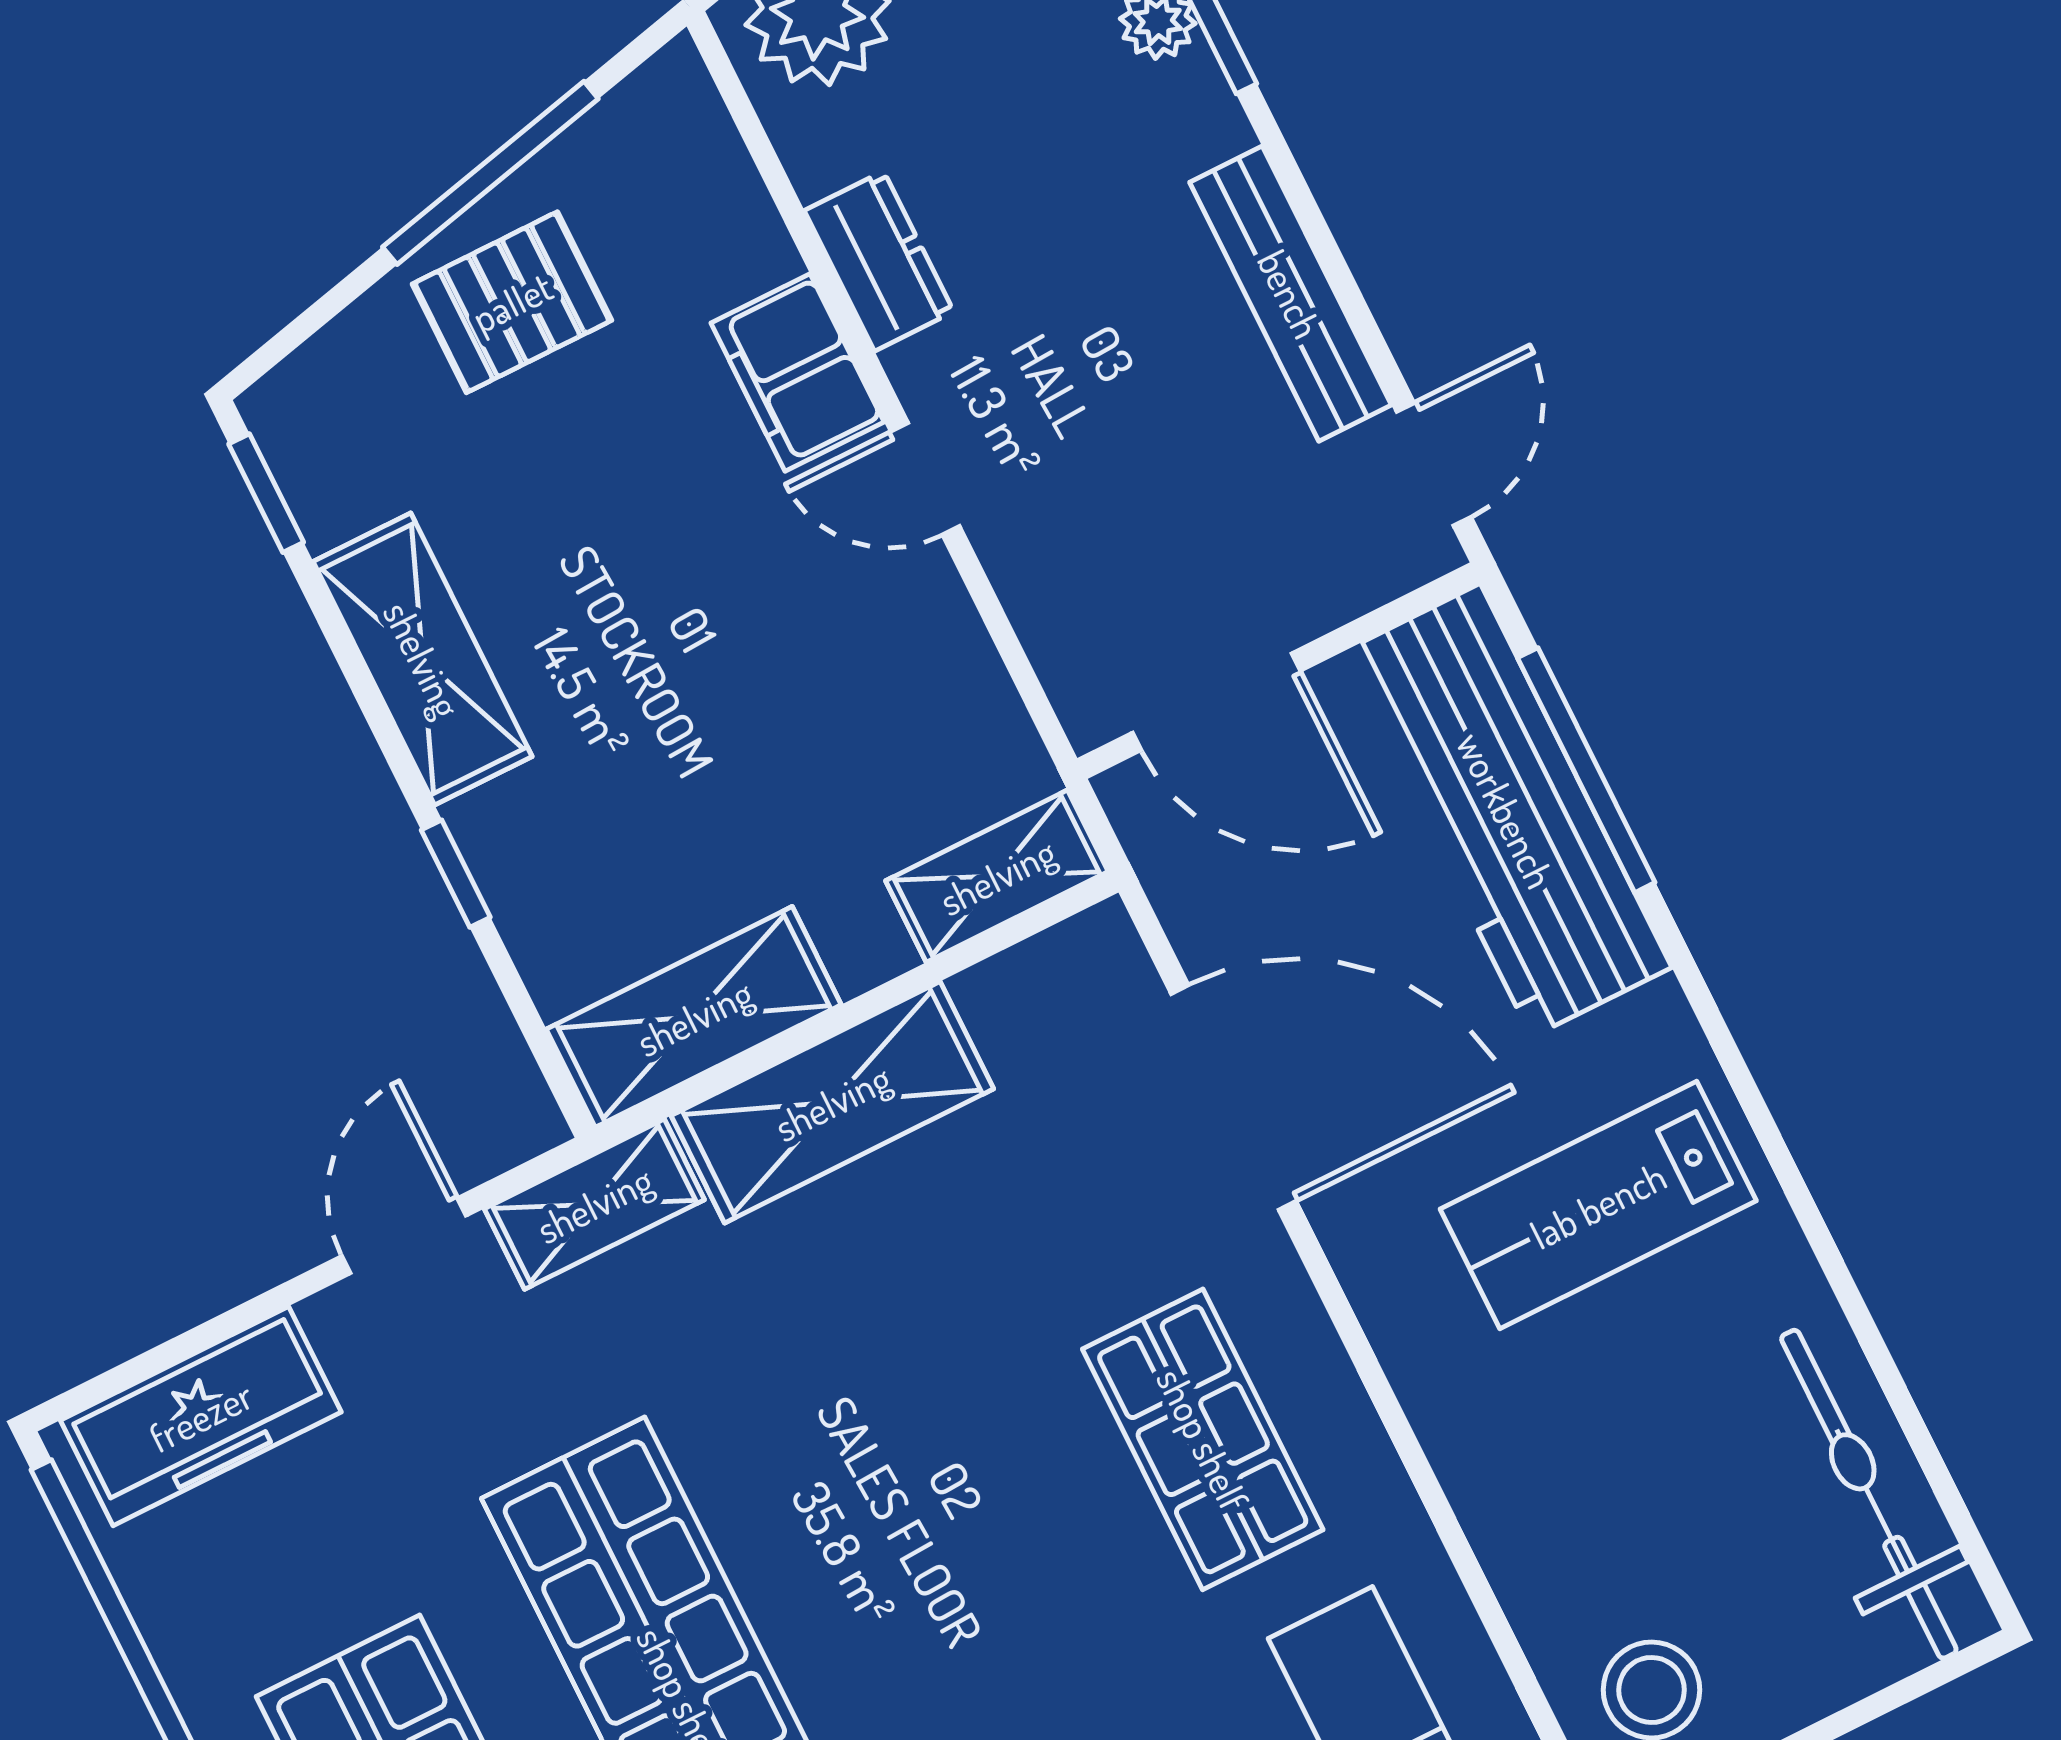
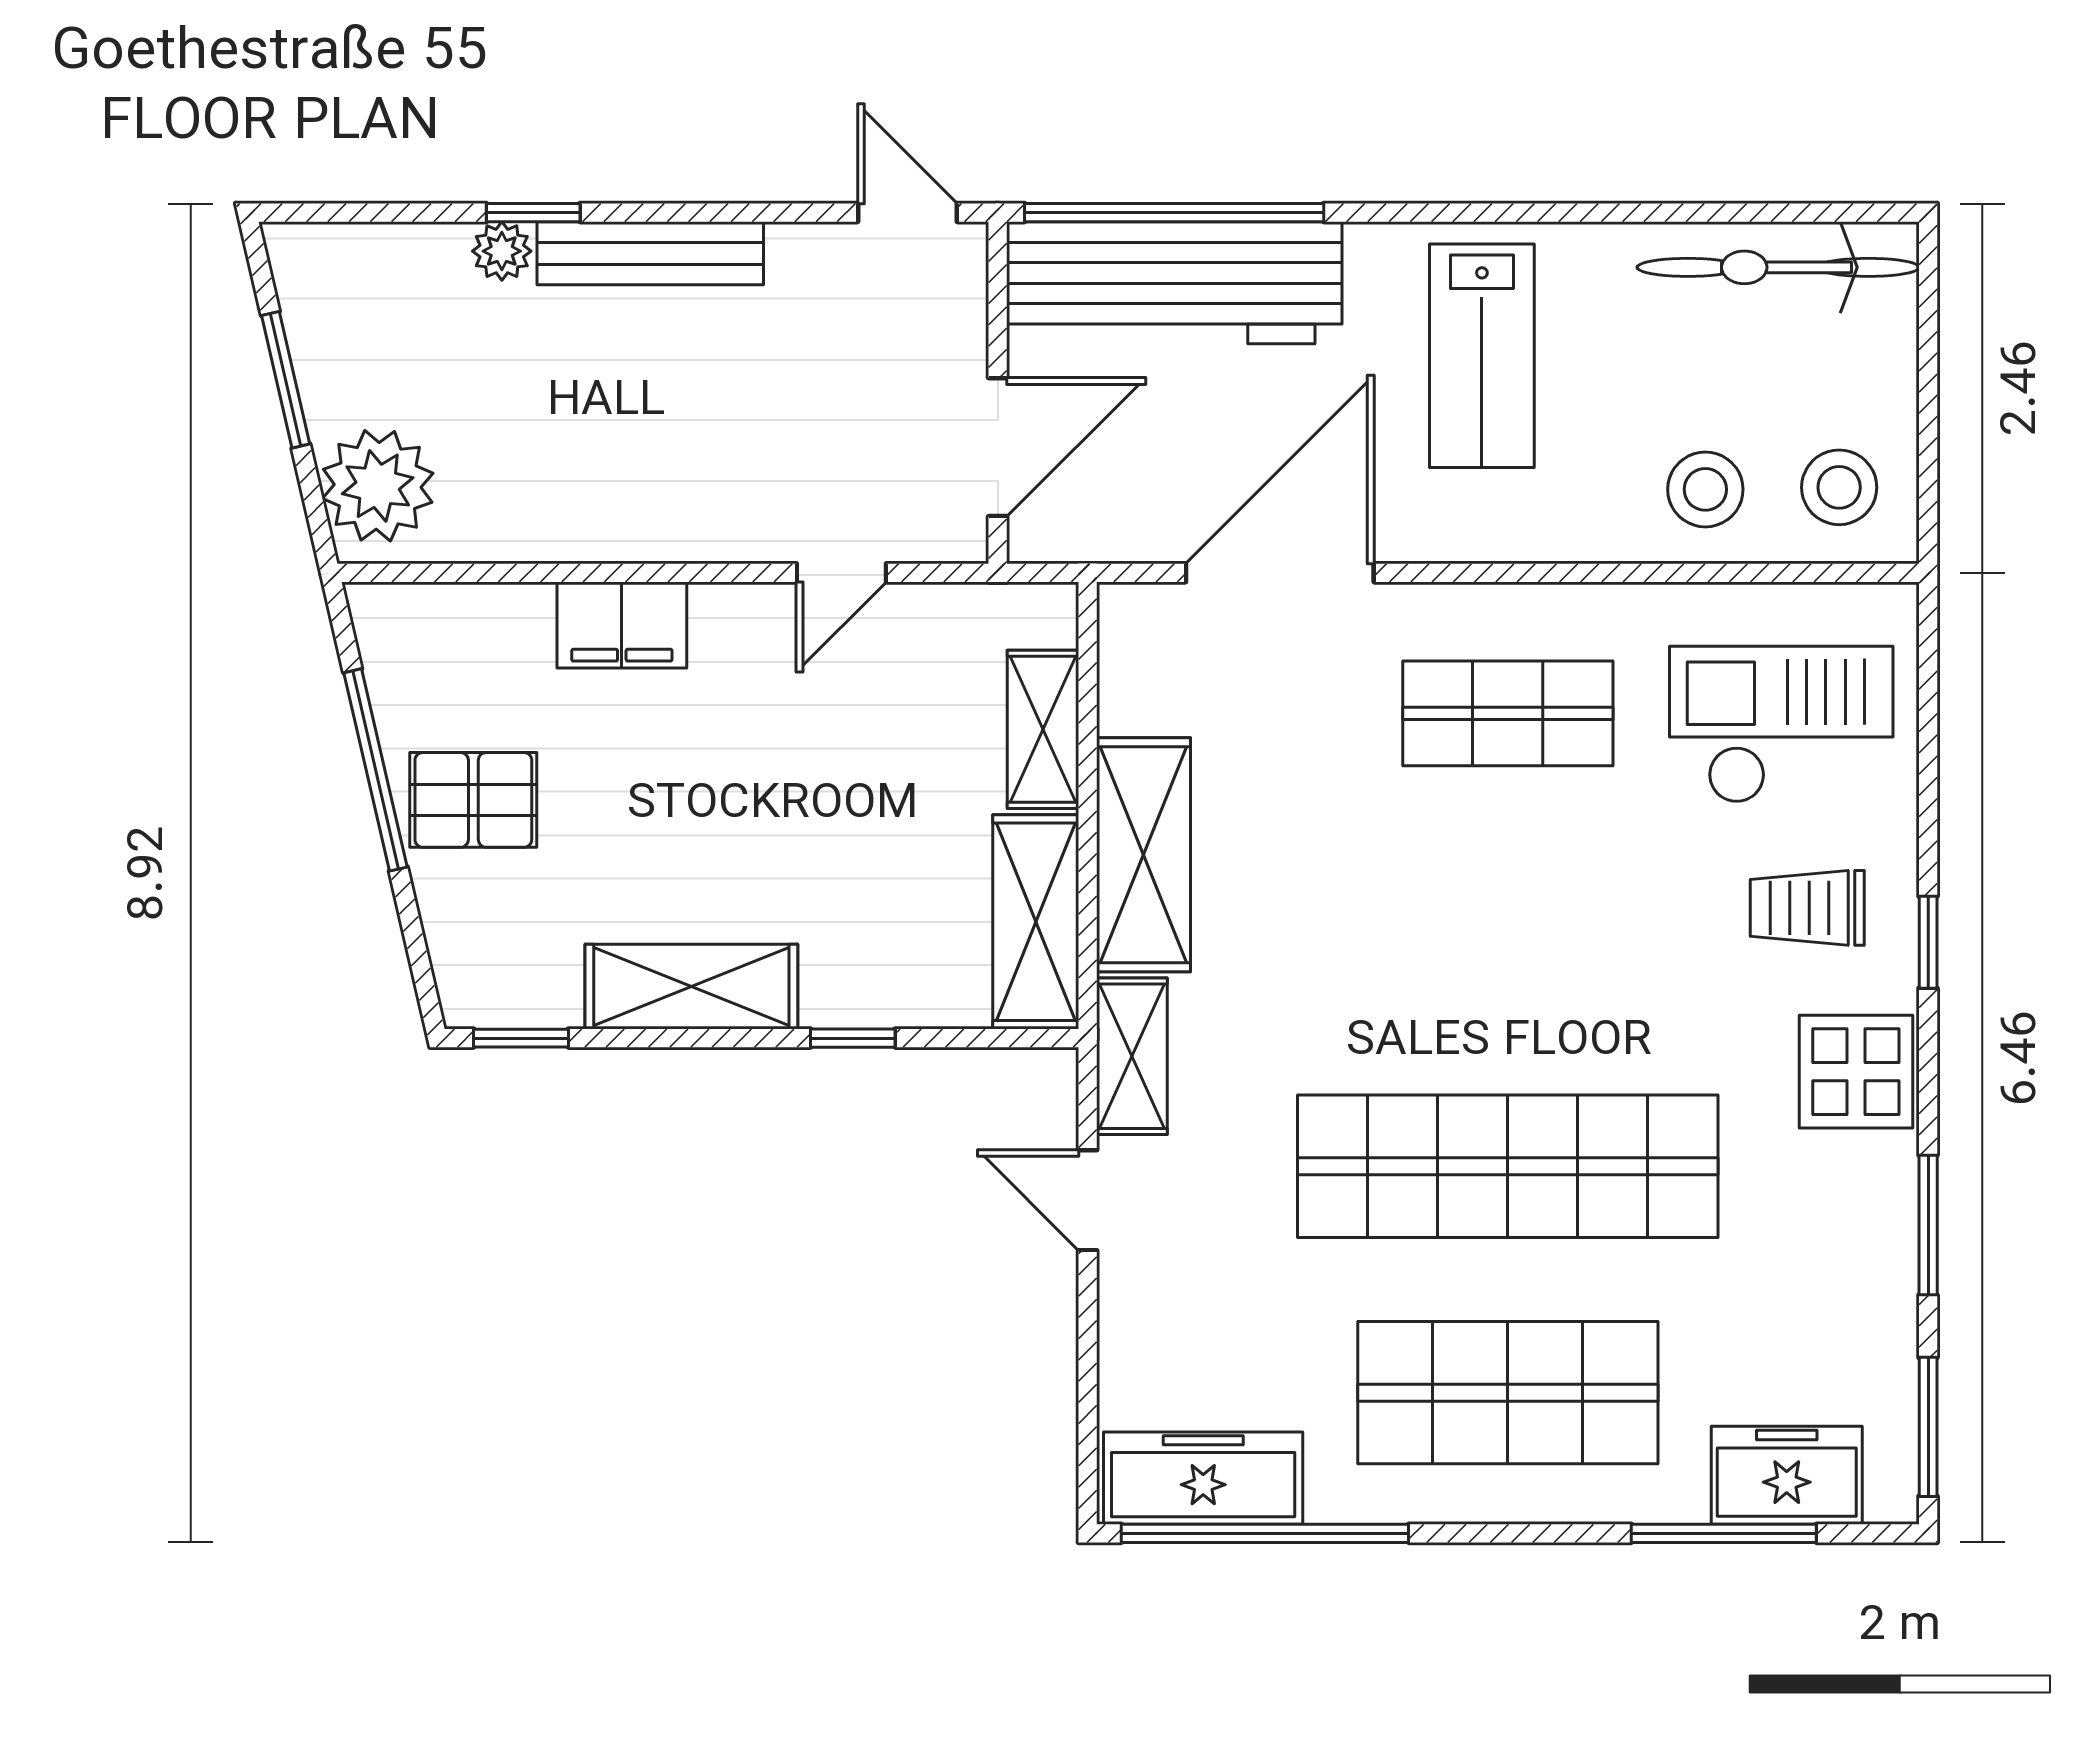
dresser: (879, 261) -> (572, 529), removed
bench: (1290, 294) -> (650, 253), moved
pallet: (512, 302) -> (473, 800), turned 90
door: (925, 479) -> (841, 573), moved
window: (1586, 770) -> (1174, 213), width x1.46
shelving: (997, 876) -> (1043, 729), moved
freezer: (201, 1416) -> (1203, 1478), moved, turned -90
stool: (1573, 1538) -> (1705, 489), added

